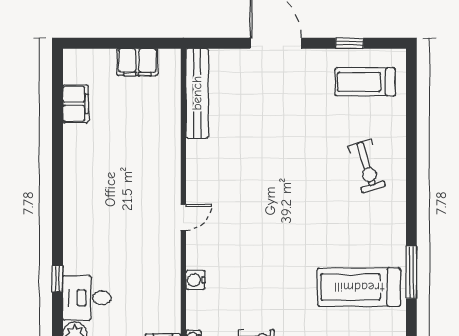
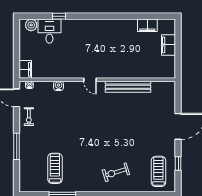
filing cabinet: (137, 62) -> (168, 45), moved
bench: (197, 93) -> (128, 87), moved
treadmill: (359, 287) -> (55, 168), width x0.73, depth x0.73

